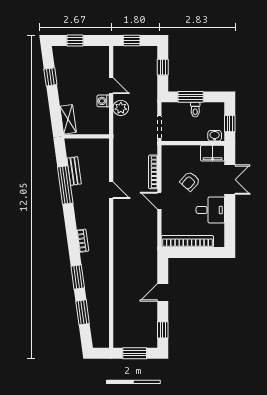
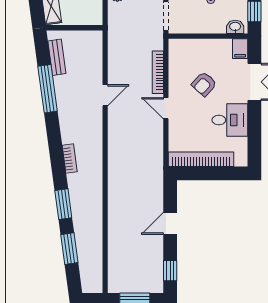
filing cabinet: (213, 153) -> (240, 49), width x0.50
bench: (74, 171) -> (57, 57), moved
door: (111, 190) -> (105, 95), hinge flipped

